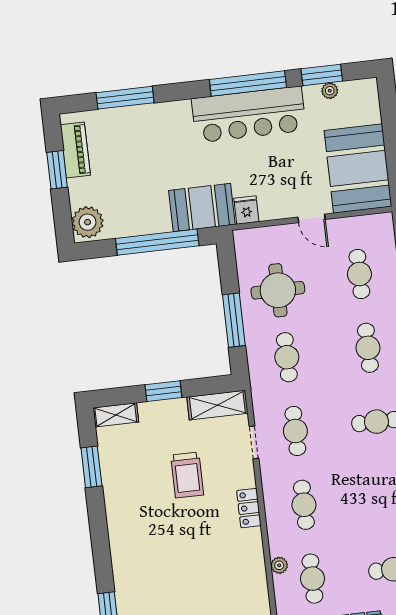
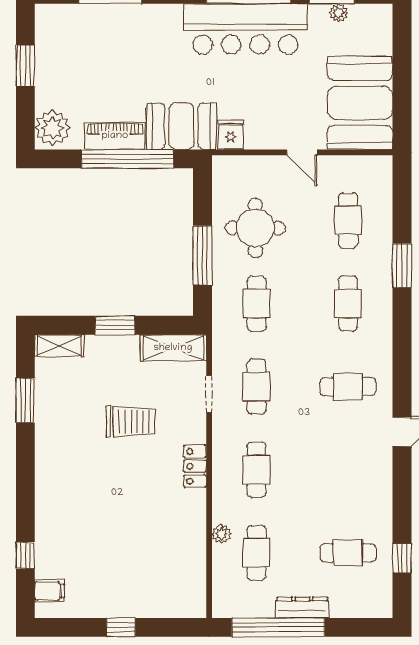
piano: (75, 150) -> (115, 136), moved, turned -90
trolley: (187, 475) -> (131, 422), turned -90

